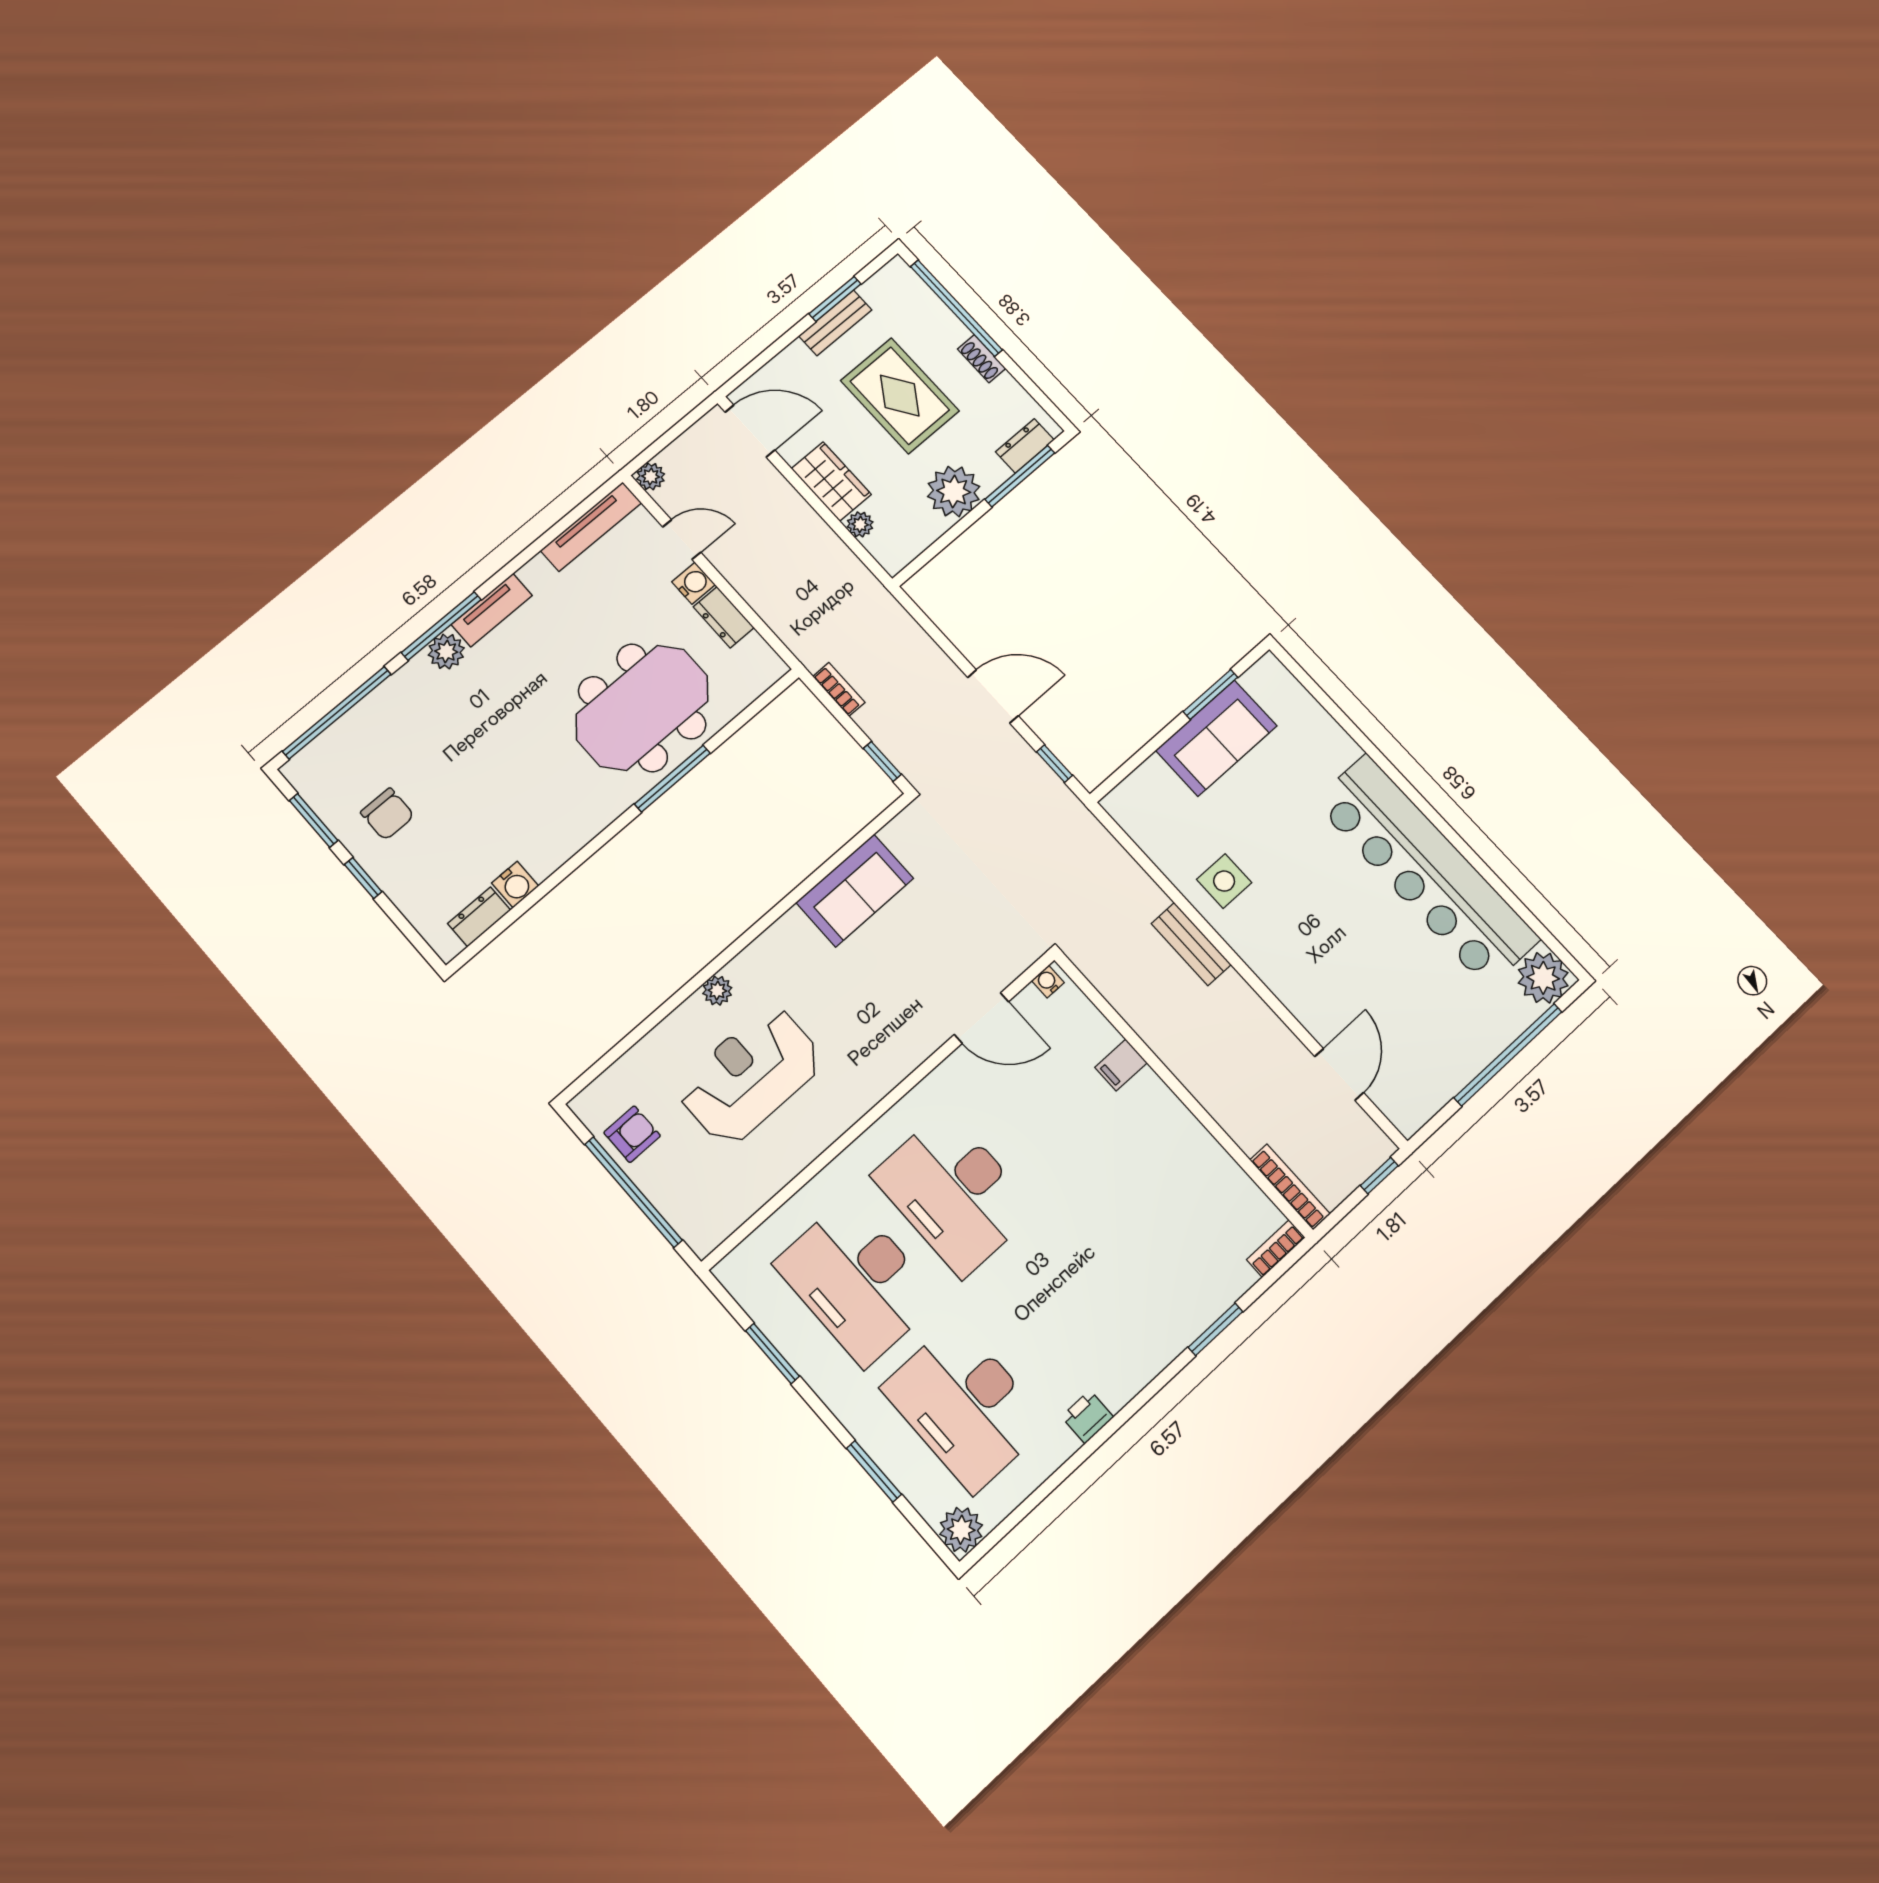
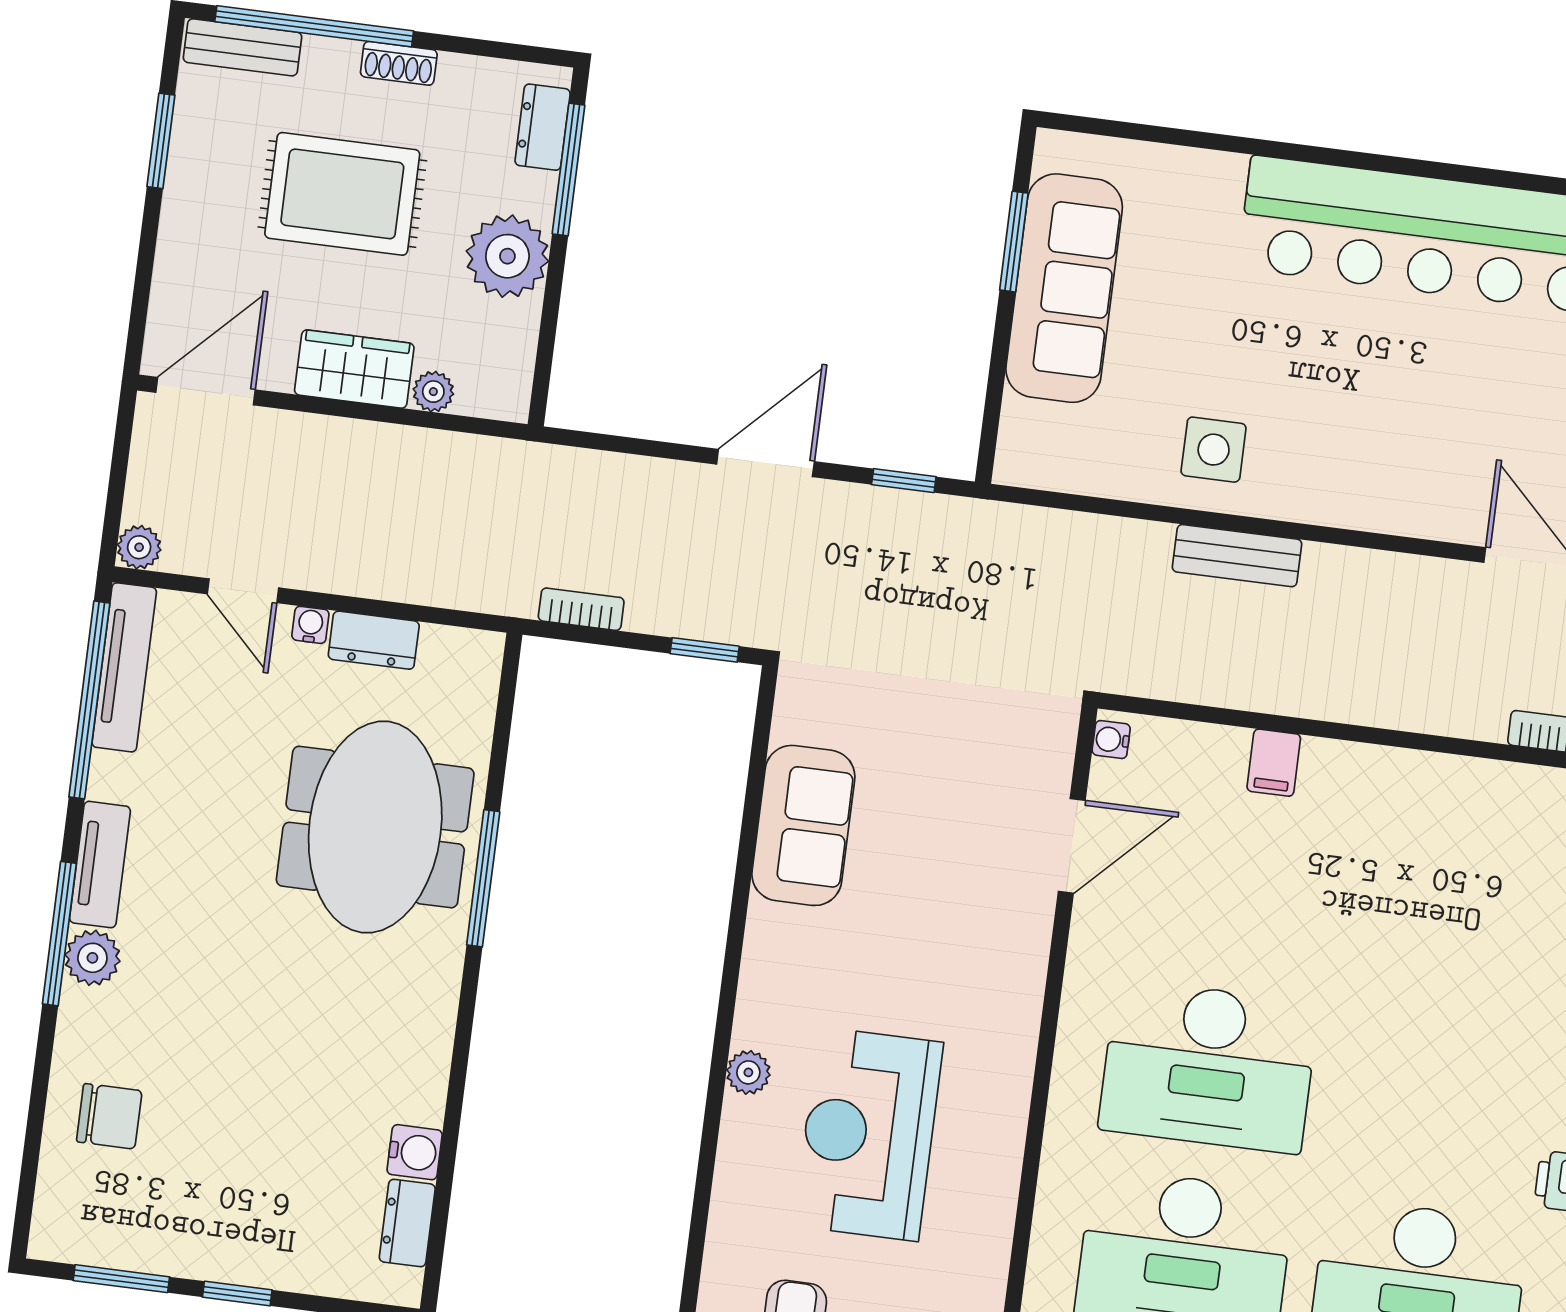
bench: (835, 323) -> (243, 47), moved, turned 90
door: (682, 540) -> (243, 591), swing flipped
water cooler: (693, 583) -> (310, 625), width x0.72, depth x0.72
window: (337, 713) -> (89, 700), moved
sofa: (1216, 738) -> (1064, 288), width x1.36
chair: (387, 814) -> (109, 1116), moved

